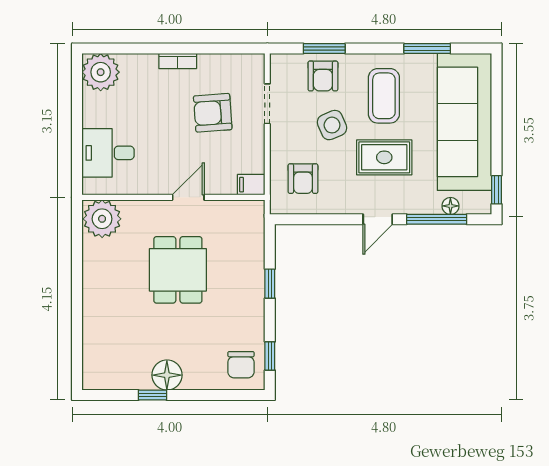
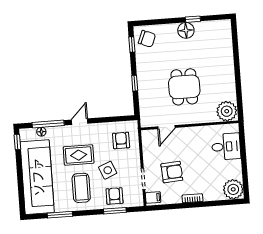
filing cabinet: (251, 185) -> (153, 198), moved
door: (188, 197) -> (166, 127), moved
chair: (241, 365) -> (147, 39), turned 112

